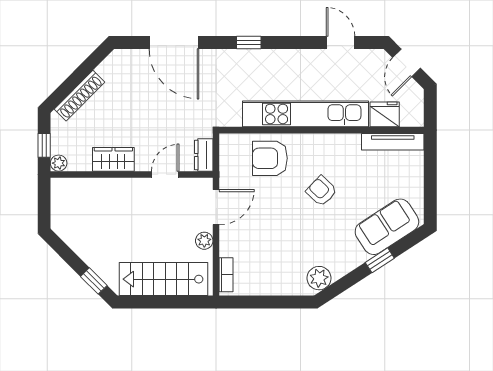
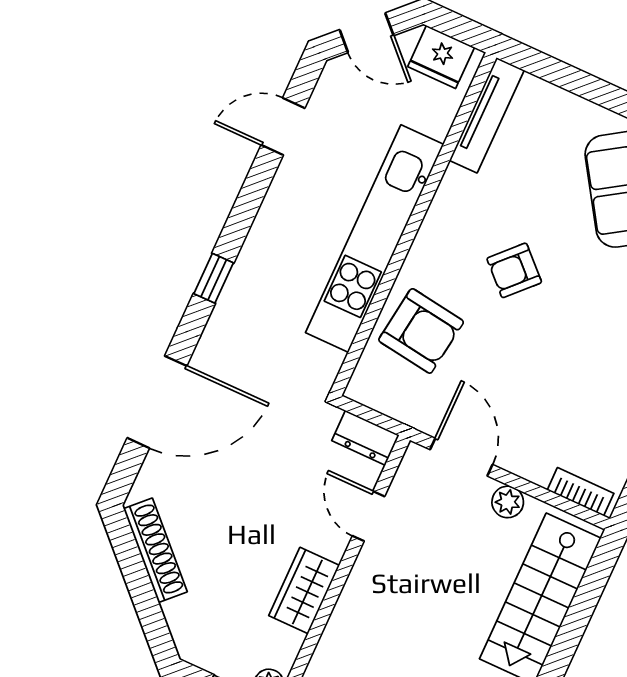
shoe rack: (79, 96) -> (155, 550), moved
fridge: (385, 114) -> (441, 57), moved, turned -90
armchair: (270, 158) -> (421, 331), turned -82

